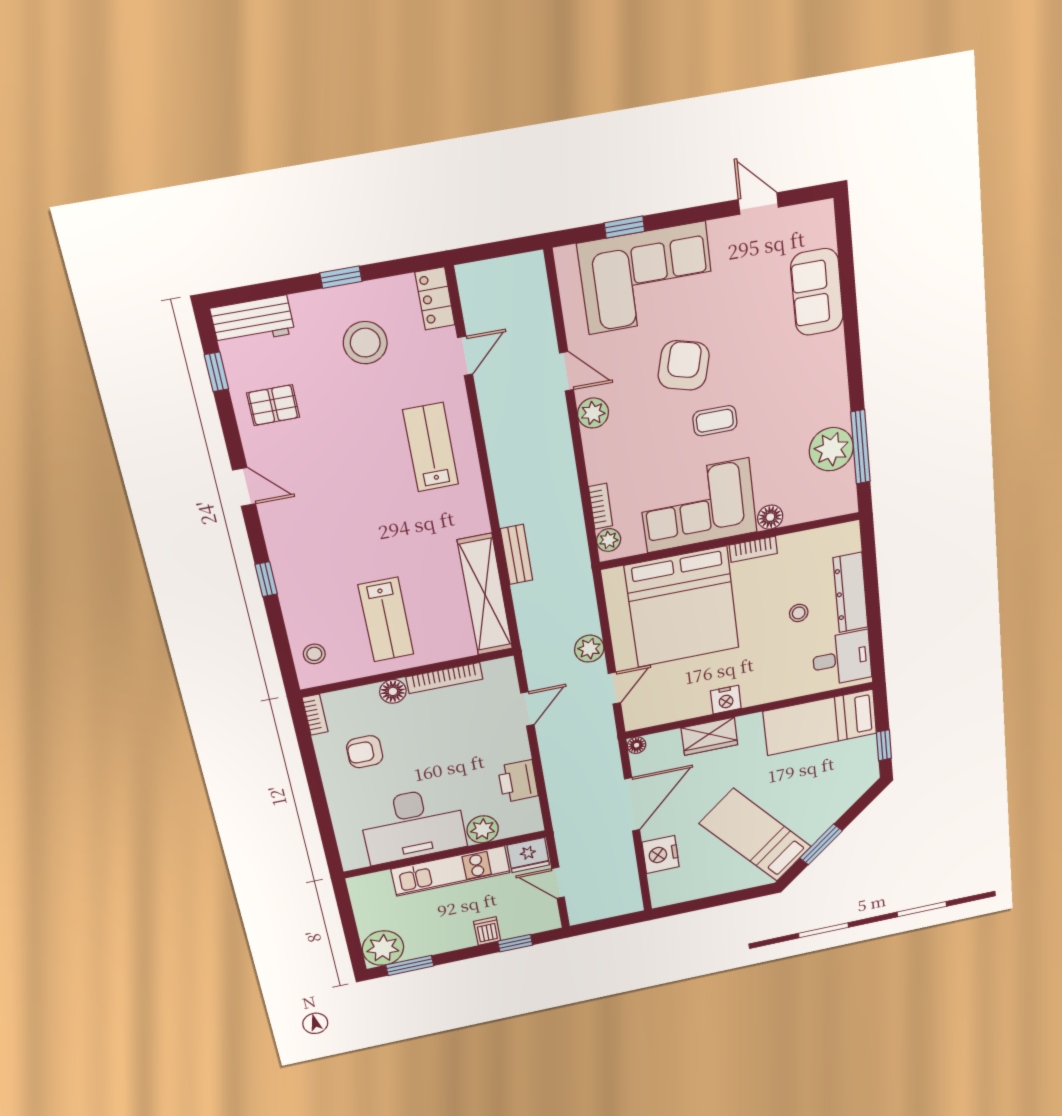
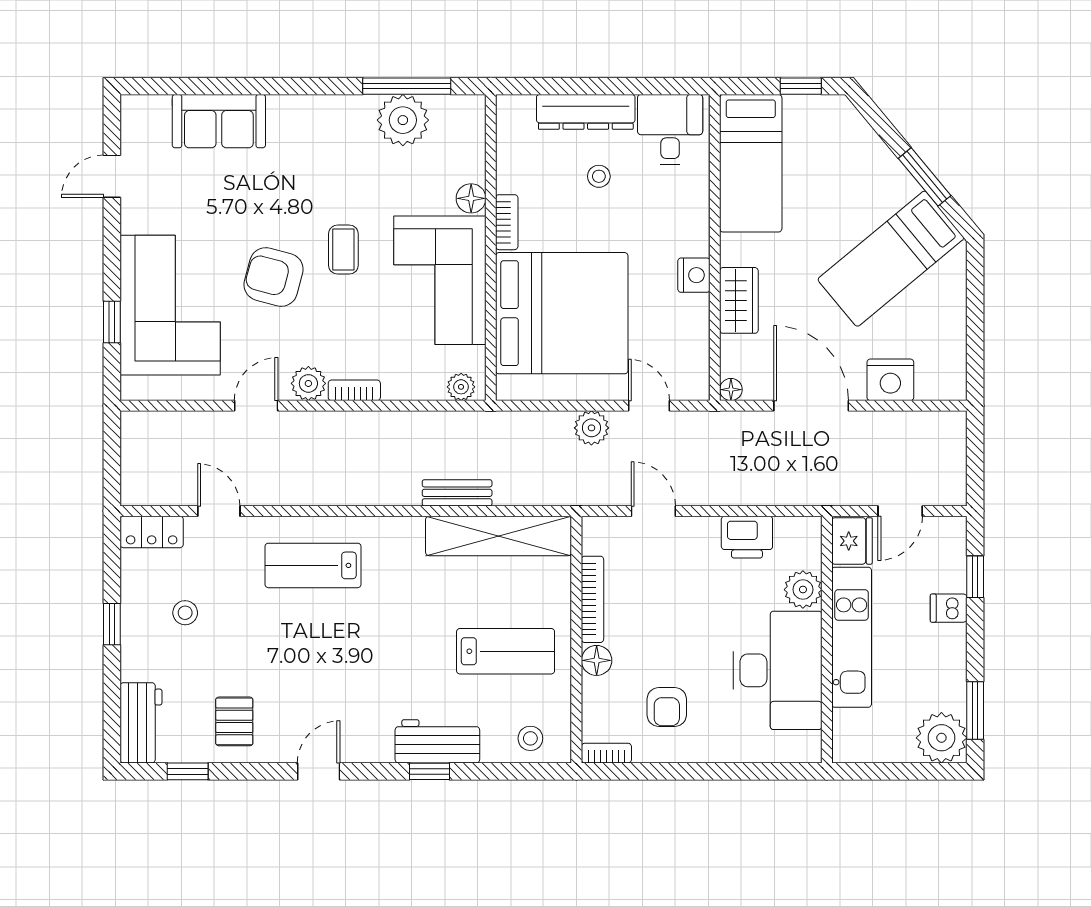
stool: (365, 343) -> (185, 613), width x0.53, depth x0.53
bookcase: (601, 506) -> (354, 390), moved
workbench: (295, 581) -> (437, 741), added

